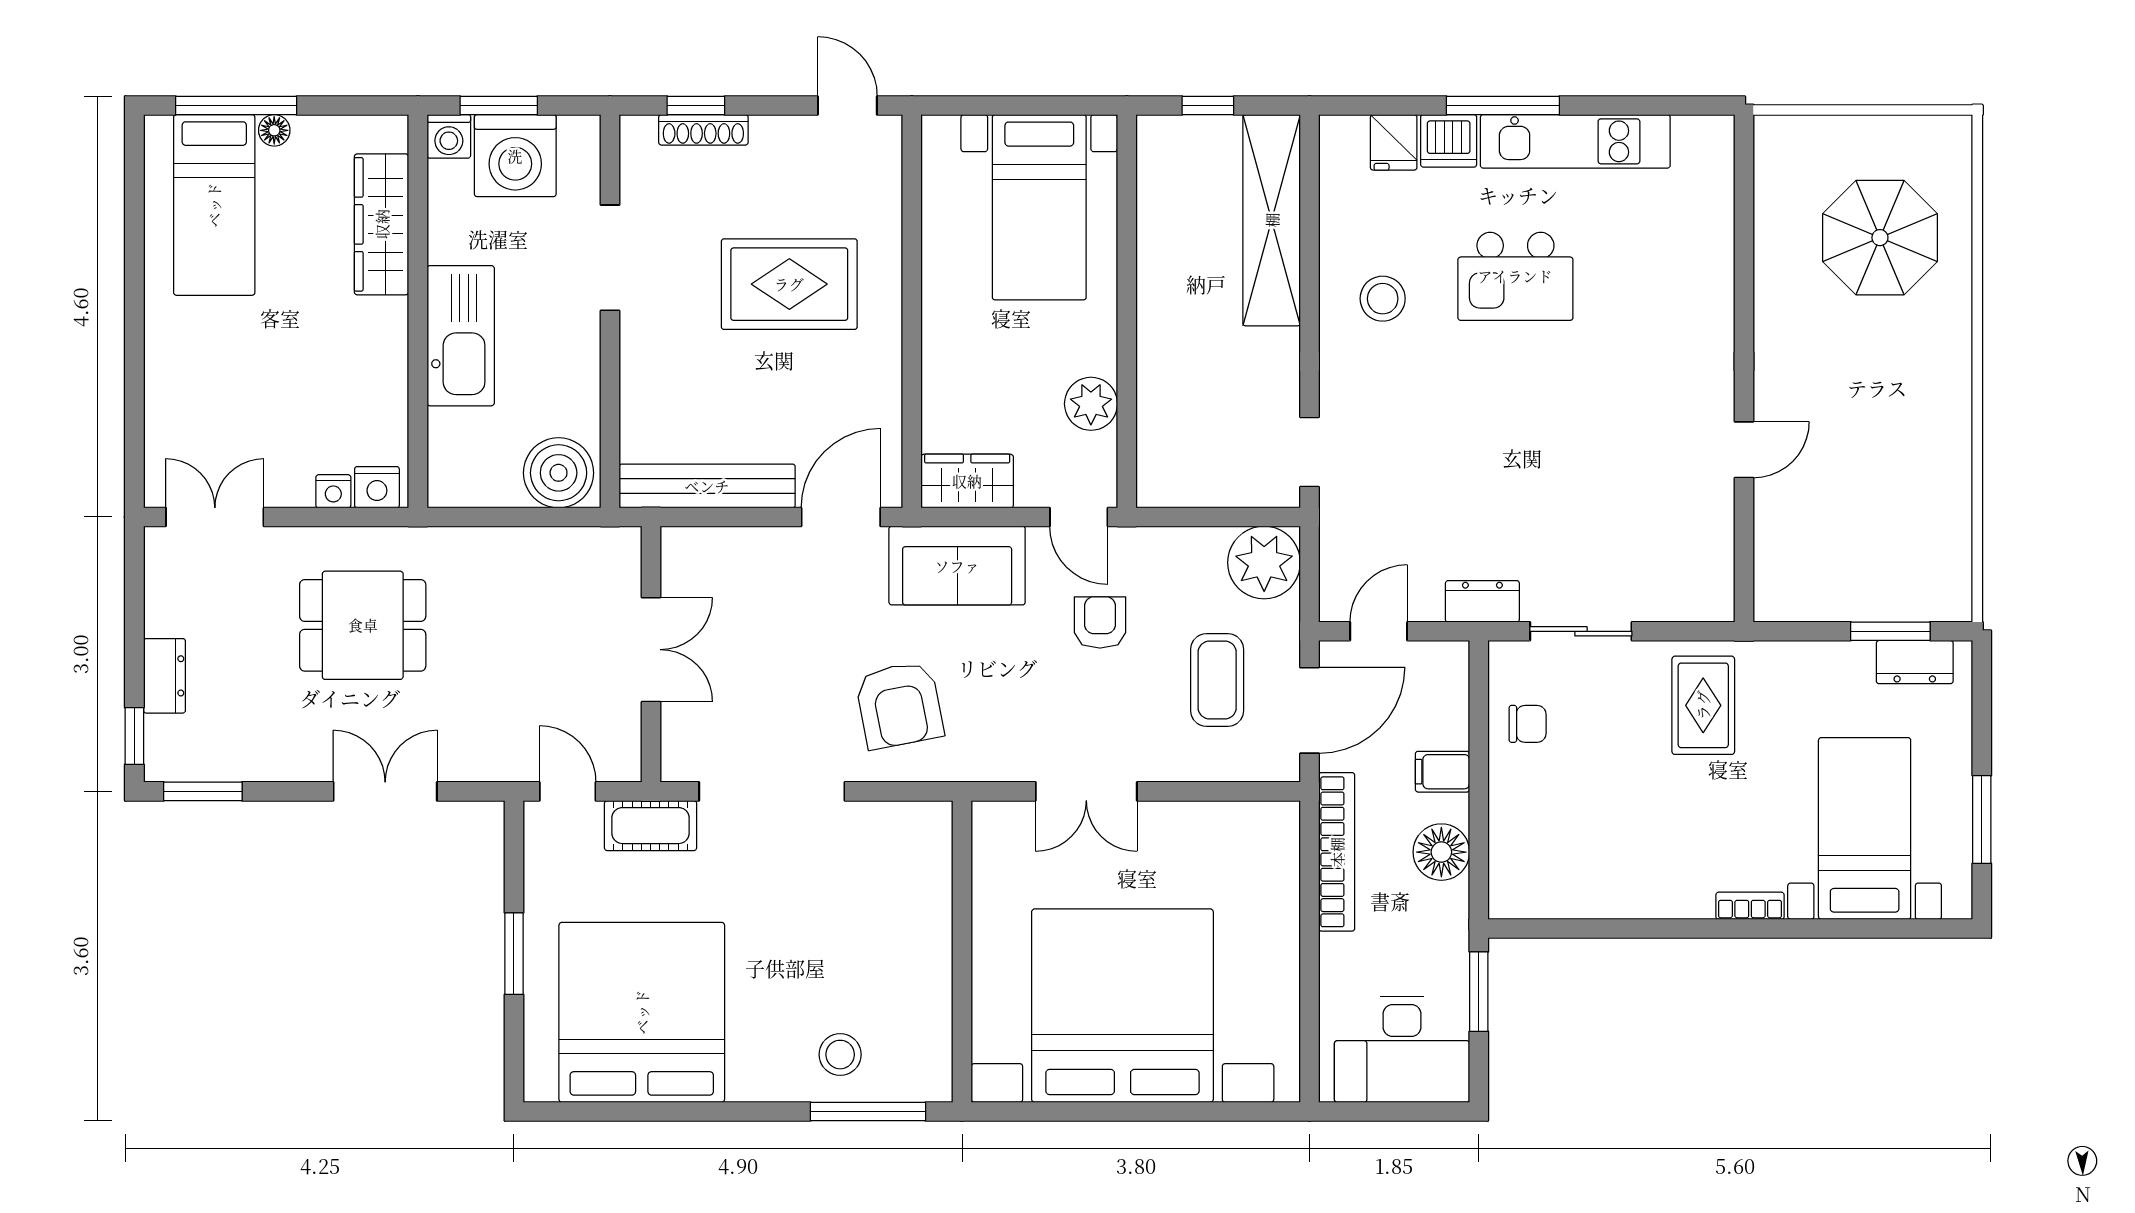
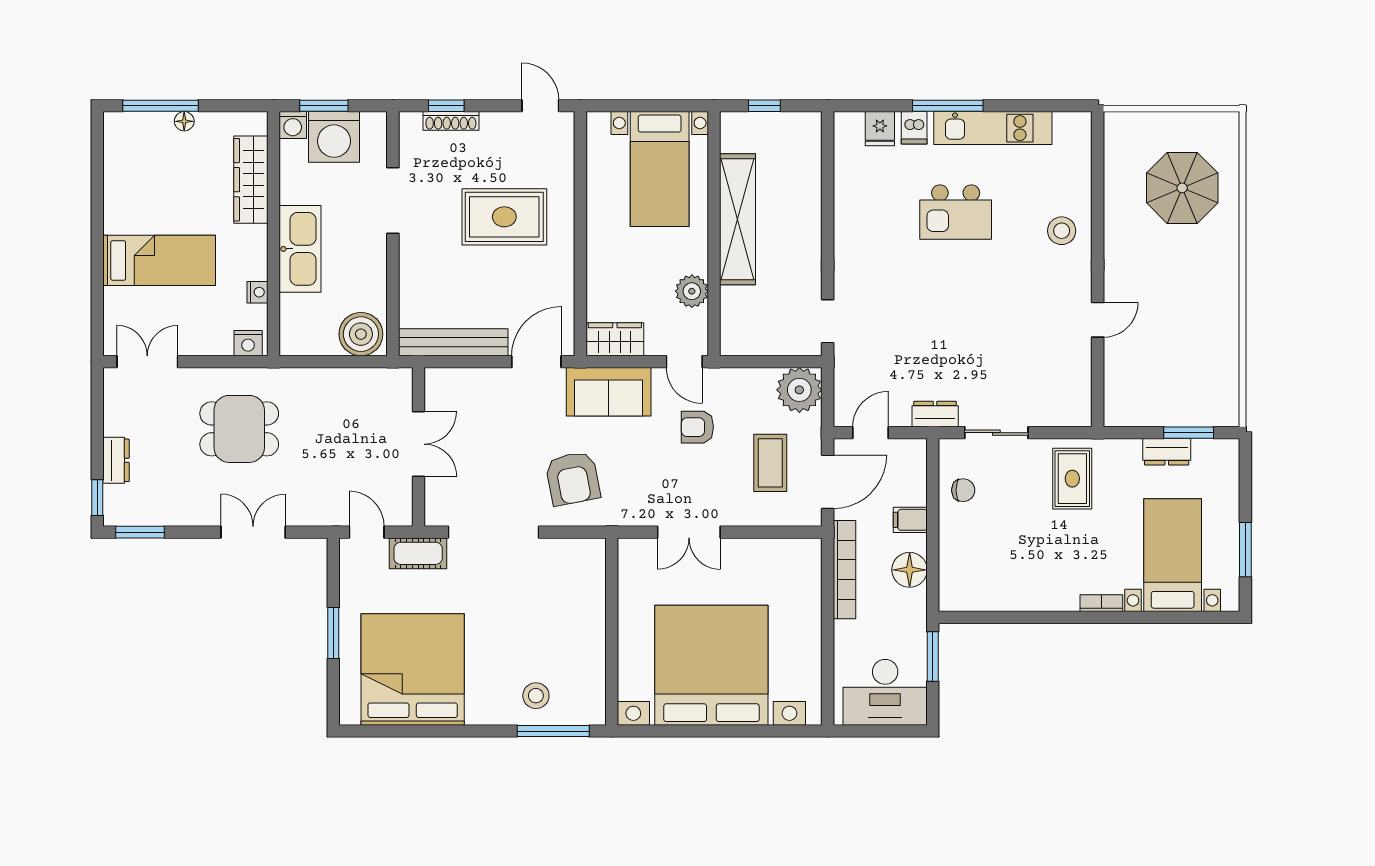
dishwasher: (1449, 141) -> (914, 128), width x0.73
bed: (214, 205) -> (159, 260), moved, turned -90
shelving: (1272, 220) -> (738, 219), moved
stool: (1383, 299) -> (1062, 231), moved
nightstand: (333, 491) -> (258, 292), moved, turned -90
armchair: (1100, 622) -> (697, 427), turned -90
dresser: (1915, 662) -> (1167, 452), moved

